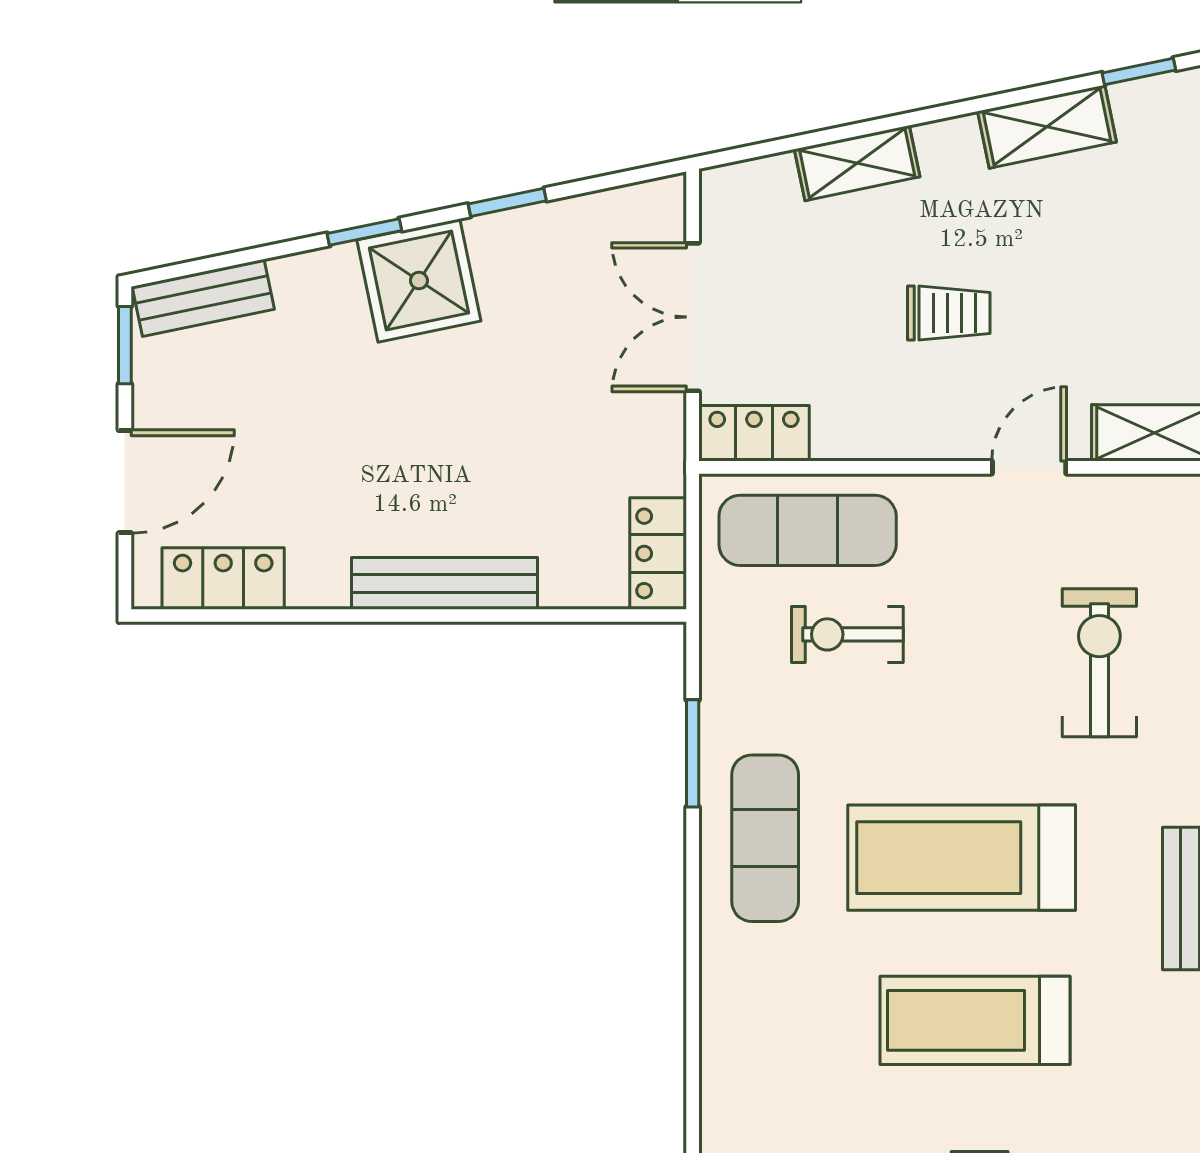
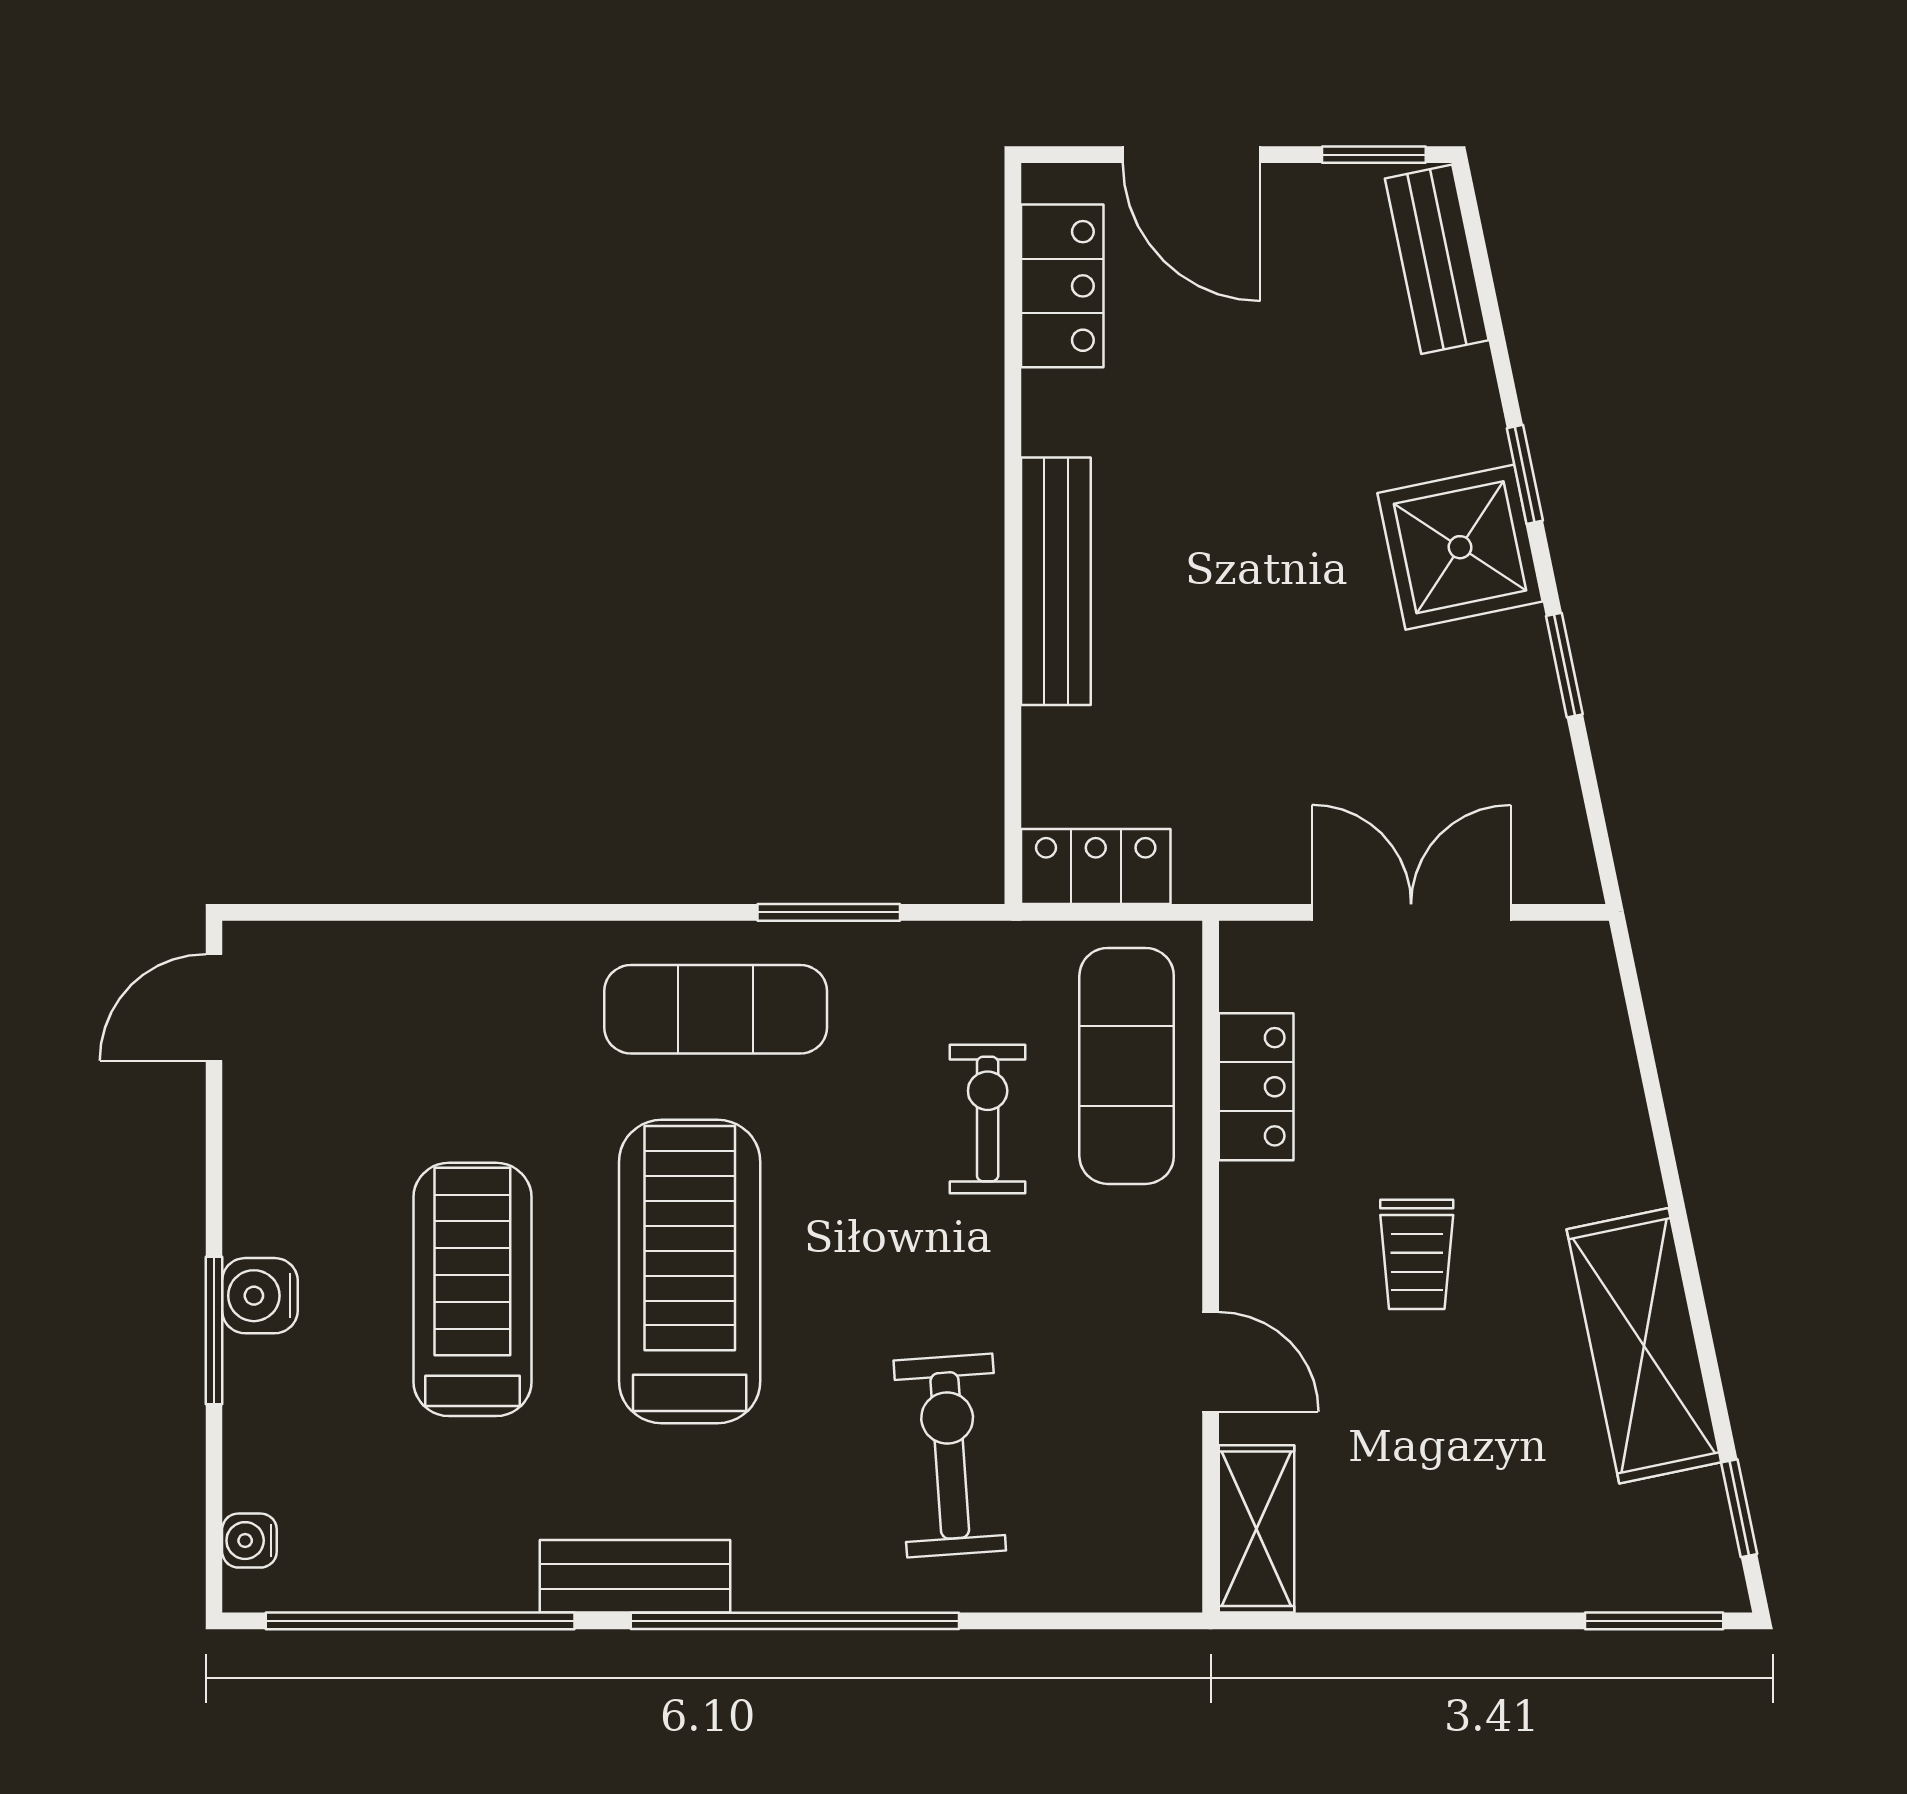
shelving: (1047, 127) -> (1644, 1346), width x1.50, depth x1.33
shelving: (857, 163) -> (1617, 1132), removed
locker: (754, 433) -> (1256, 1087), moved
exercise bike: (1099, 663) -> (950, 1455), turned -94

